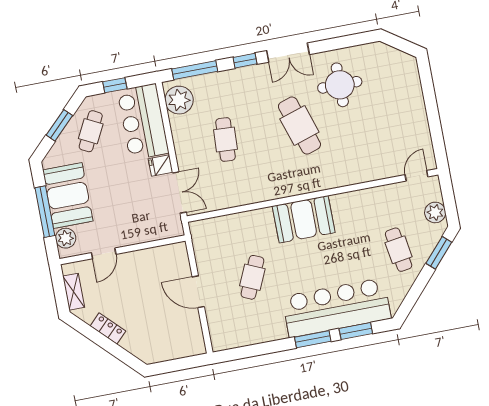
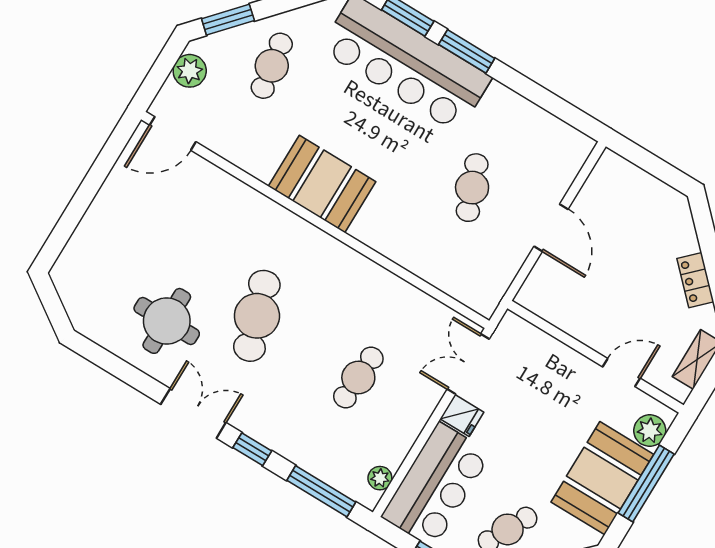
plant: (179, 100) -> (380, 478), width x0.53, depth x0.53
door: (416, 176) -> (173, 133), width x1.38
booth: (304, 219) -> (322, 184), moved
cafe table: (252, 277) -> (472, 188), turned -45

